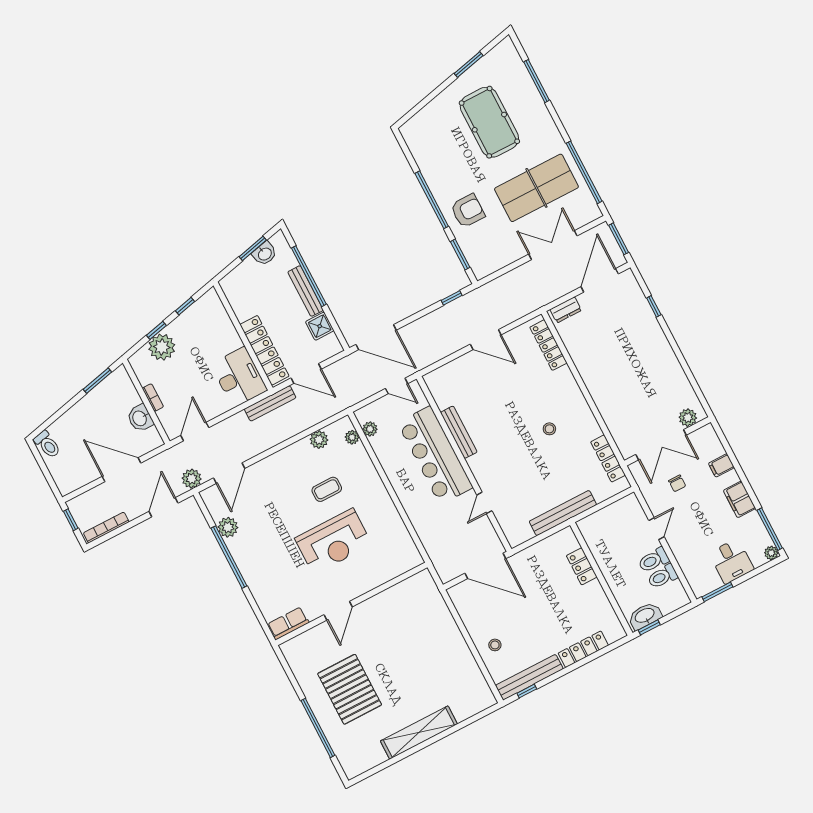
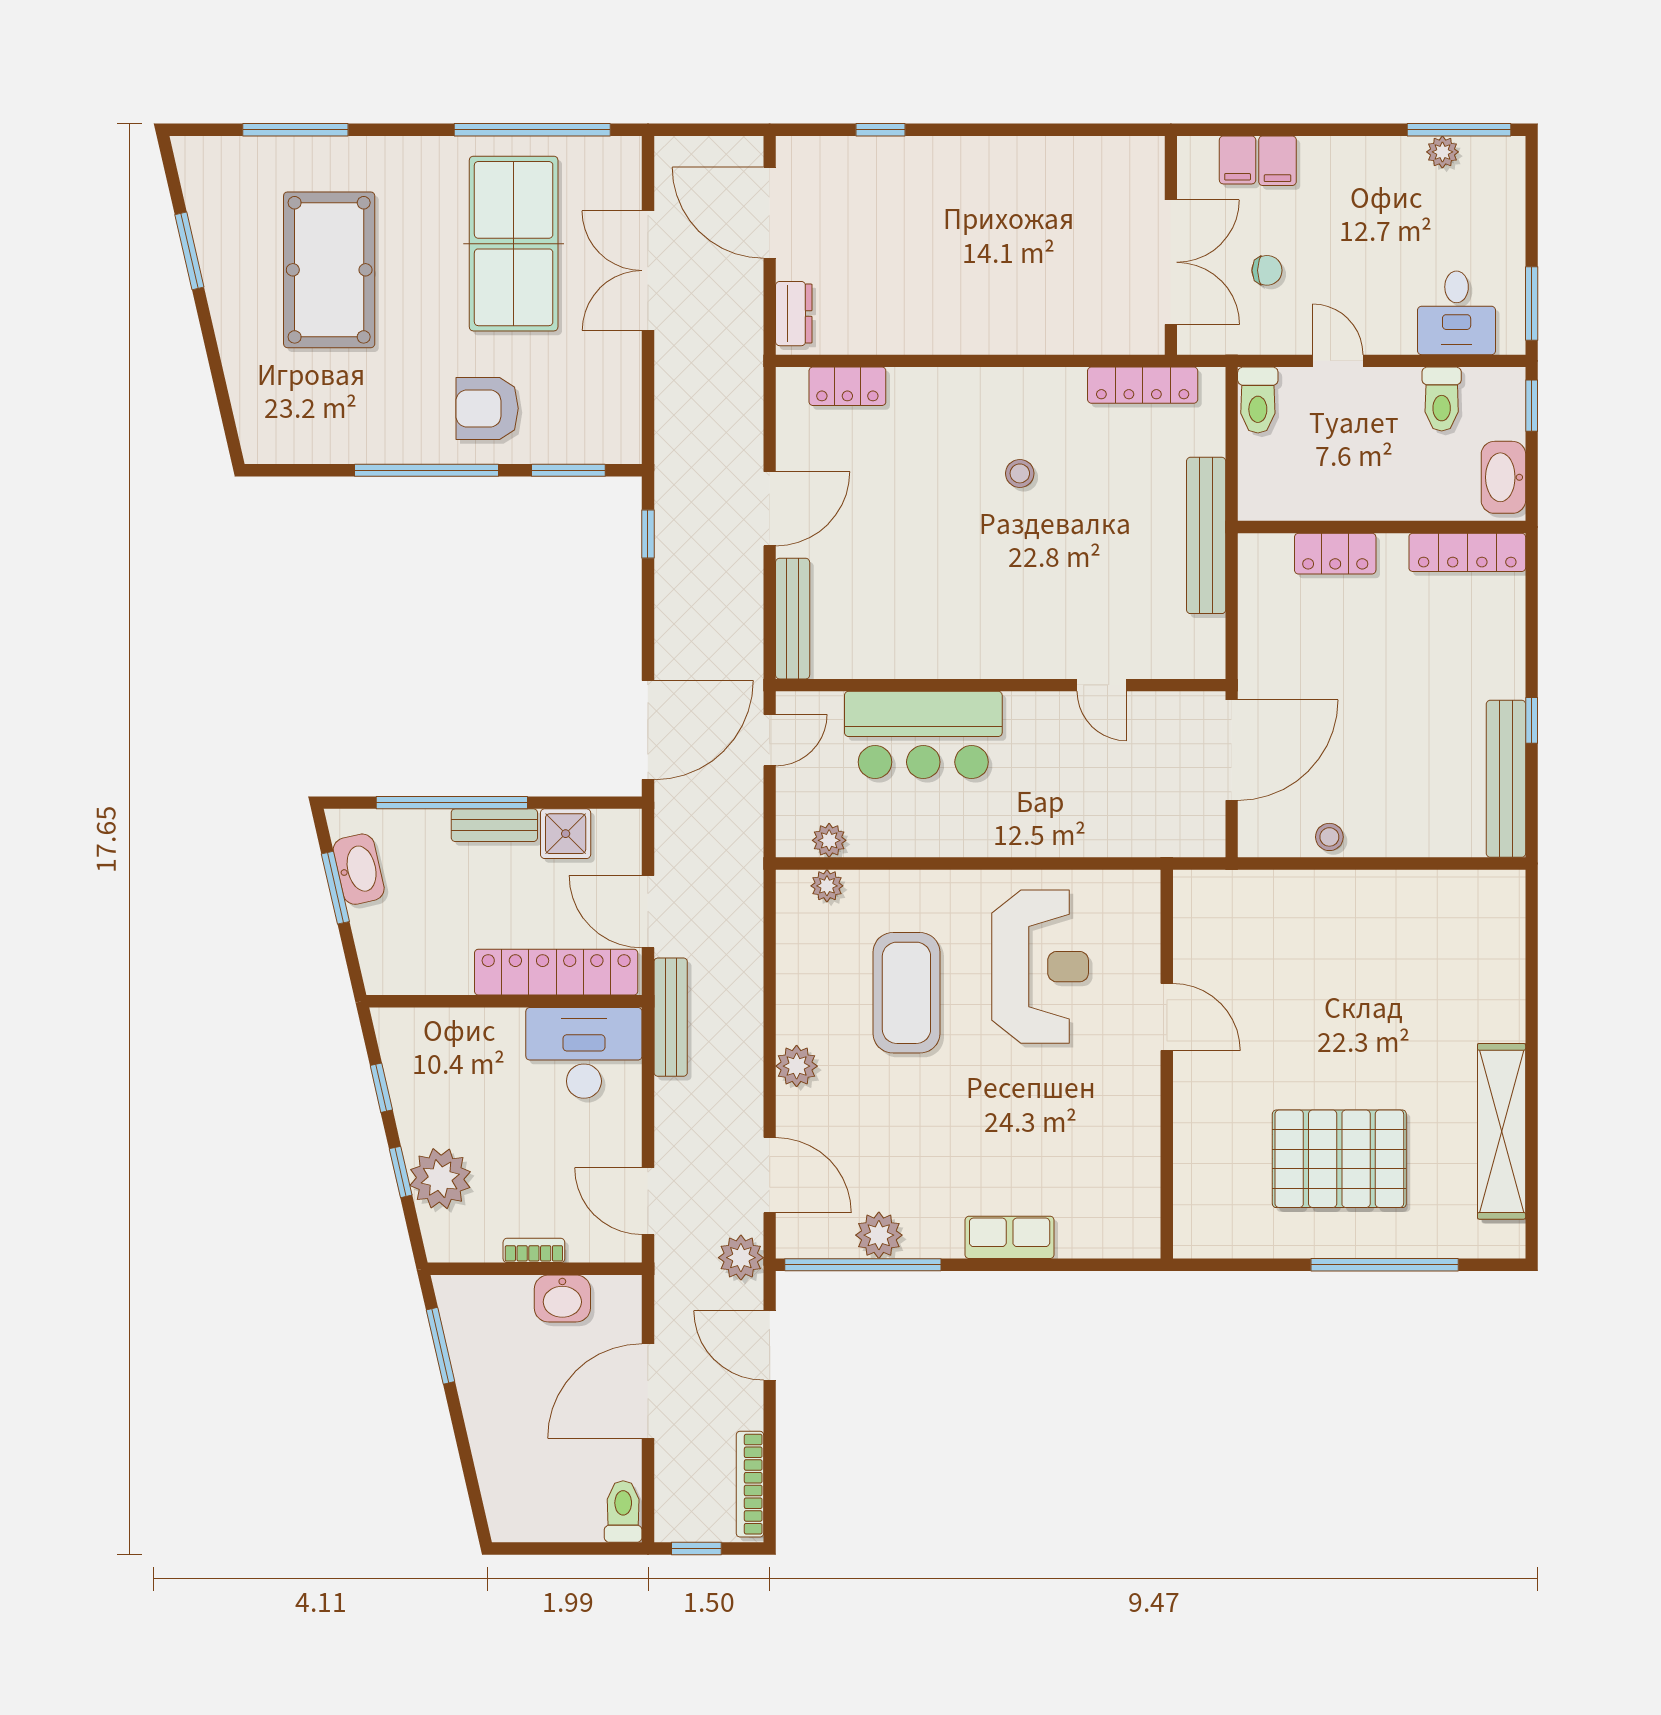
pool table: (489, 122) -> (329, 270), turned 90
armchair: (468, 211) -> (487, 408), turned -90
window: (619, 239) -> (705, 130), removed
washbasin: (265, 254) -> (359, 869), width x1.38
bench: (306, 291) -> (494, 825), width x0.73
locker: (548, 345) -> (847, 386), width x0.66
door: (306, 374) -> (648, 912), swing flipped
plant: (688, 418) -> (1144, 179), removed
bench: (459, 432) -> (793, 619), moved, turned 90
plant: (319, 440) -> (797, 1066), moved
toilet: (47, 444) -> (623, 1512), moved, turned -77
bar counter: (435, 455) -> (923, 735), width x0.73
coffee table: (327, 489) -> (906, 993), width x1.86, depth x1.72
filing cabinet: (740, 499) -> (1238, 160), moved, width x0.50
reception desk: (333, 541) -> (1040, 967), moved
plant: (771, 553) -> (1442, 152), moved
window: (229, 557) -> (863, 1265), moved
toilet: (654, 560) -> (1258, 400), moved
desk: (731, 561) -> (1457, 313), moved, turned 90
door: (338, 611) -> (1167, 1017), moved
row of seats: (288, 623) -> (1010, 1237), moved, turned 90
window: (649, 627) -> (1532, 406), moved
stool: (495, 645) -> (1329, 837), moved
locker: (583, 649) -> (1467, 552), moved, turned -90
window: (527, 691) -> (1532, 720), moved
shelving: (419, 733) -> (1502, 1131), moved

